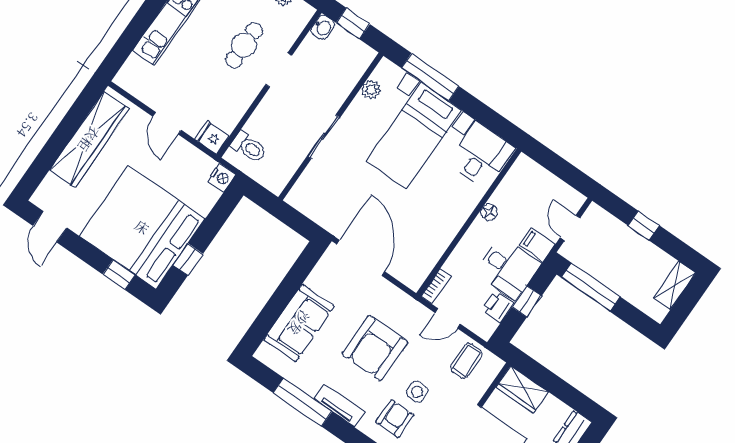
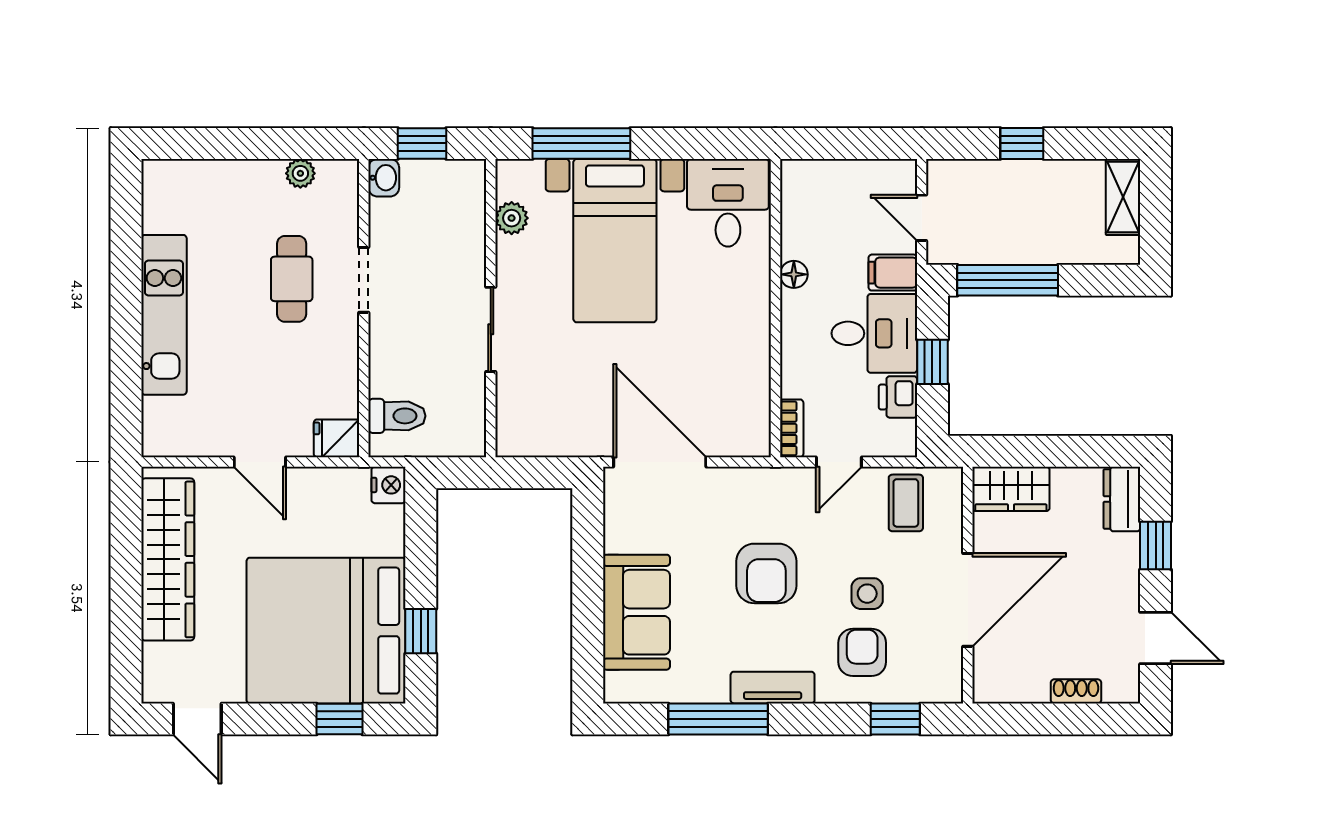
armchair: (375, 348) -> (766, 573), width x0.73, depth x0.73

